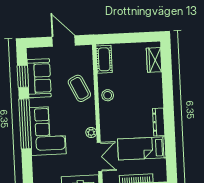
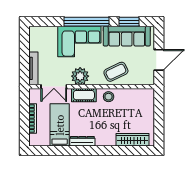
cot: (104, 59) -> (84, 95), moved
wardrobe: (154, 60) -> (133, 140), width x1.50
sofa: (39, 78) -> (127, 36), width x1.36
plant: (91, 133) -> (80, 76), width x1.87, depth x1.87

